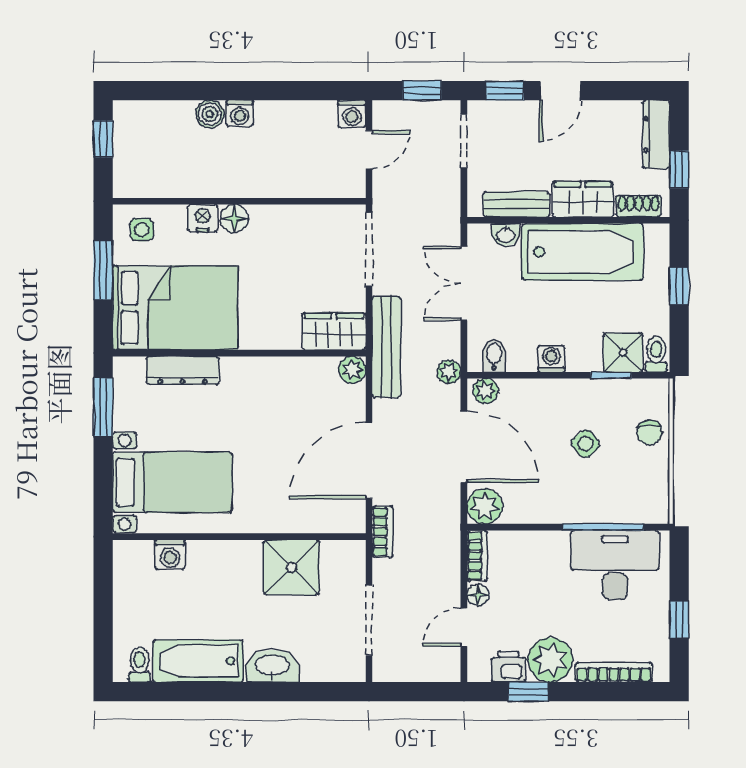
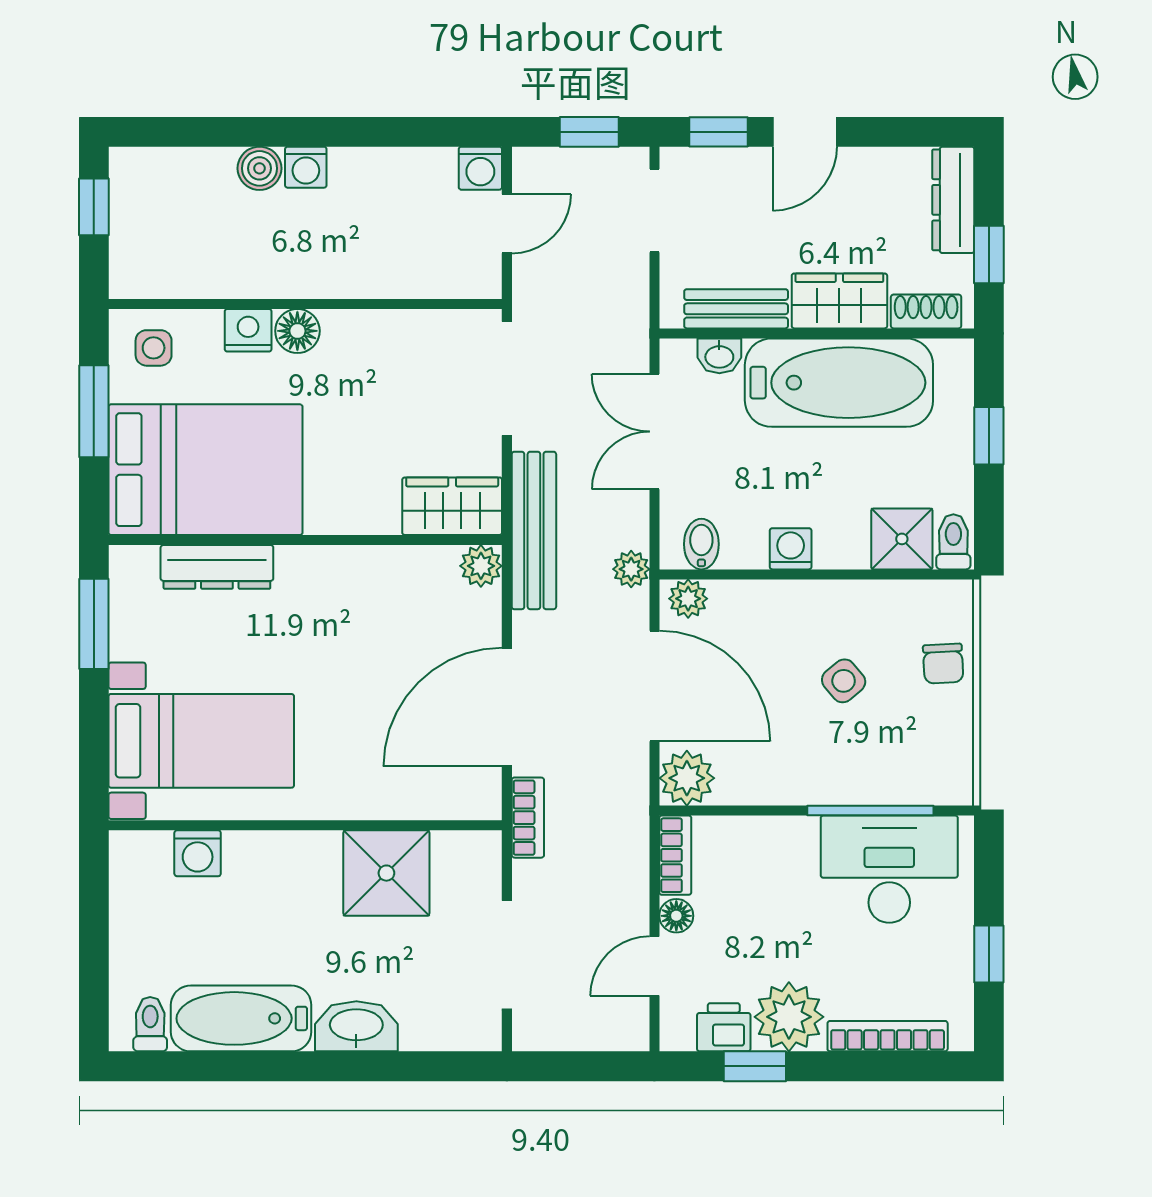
window: (611, 375) -> (883, 574), removed

